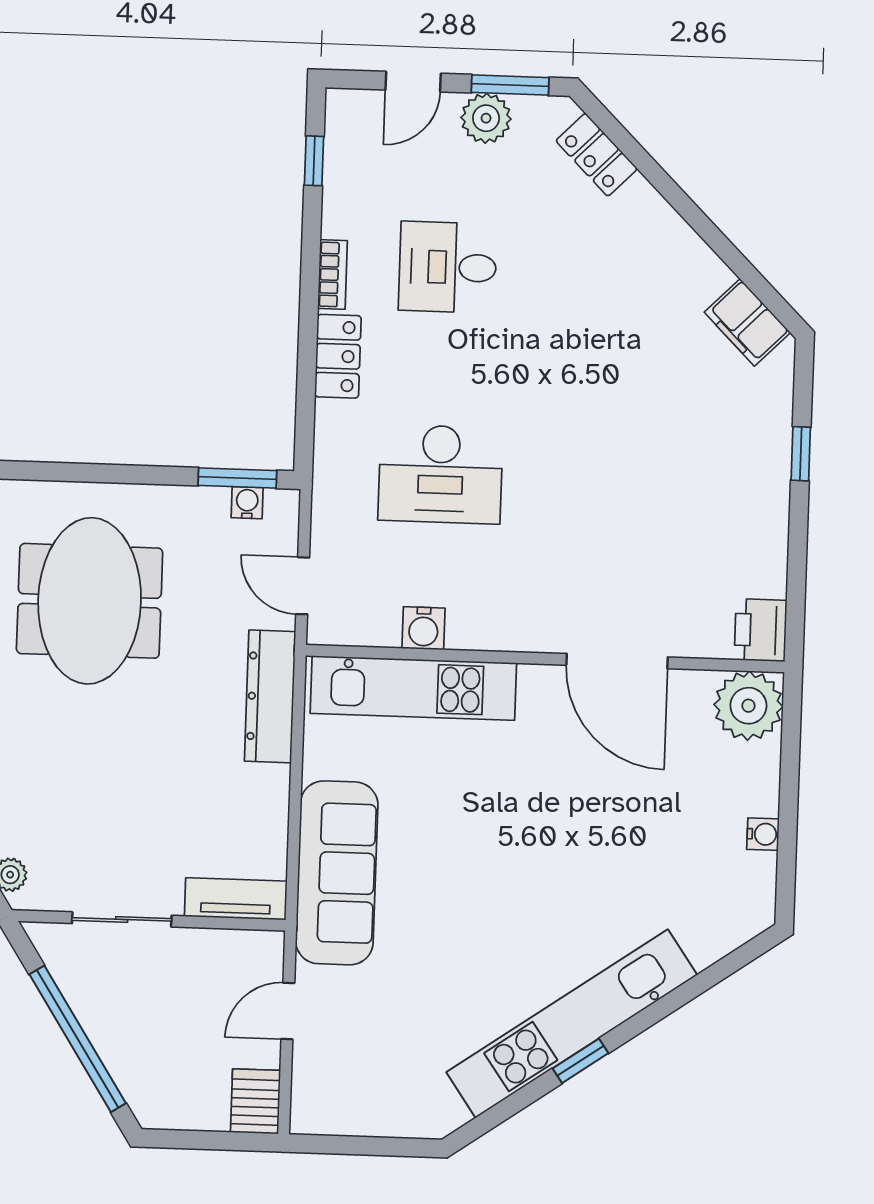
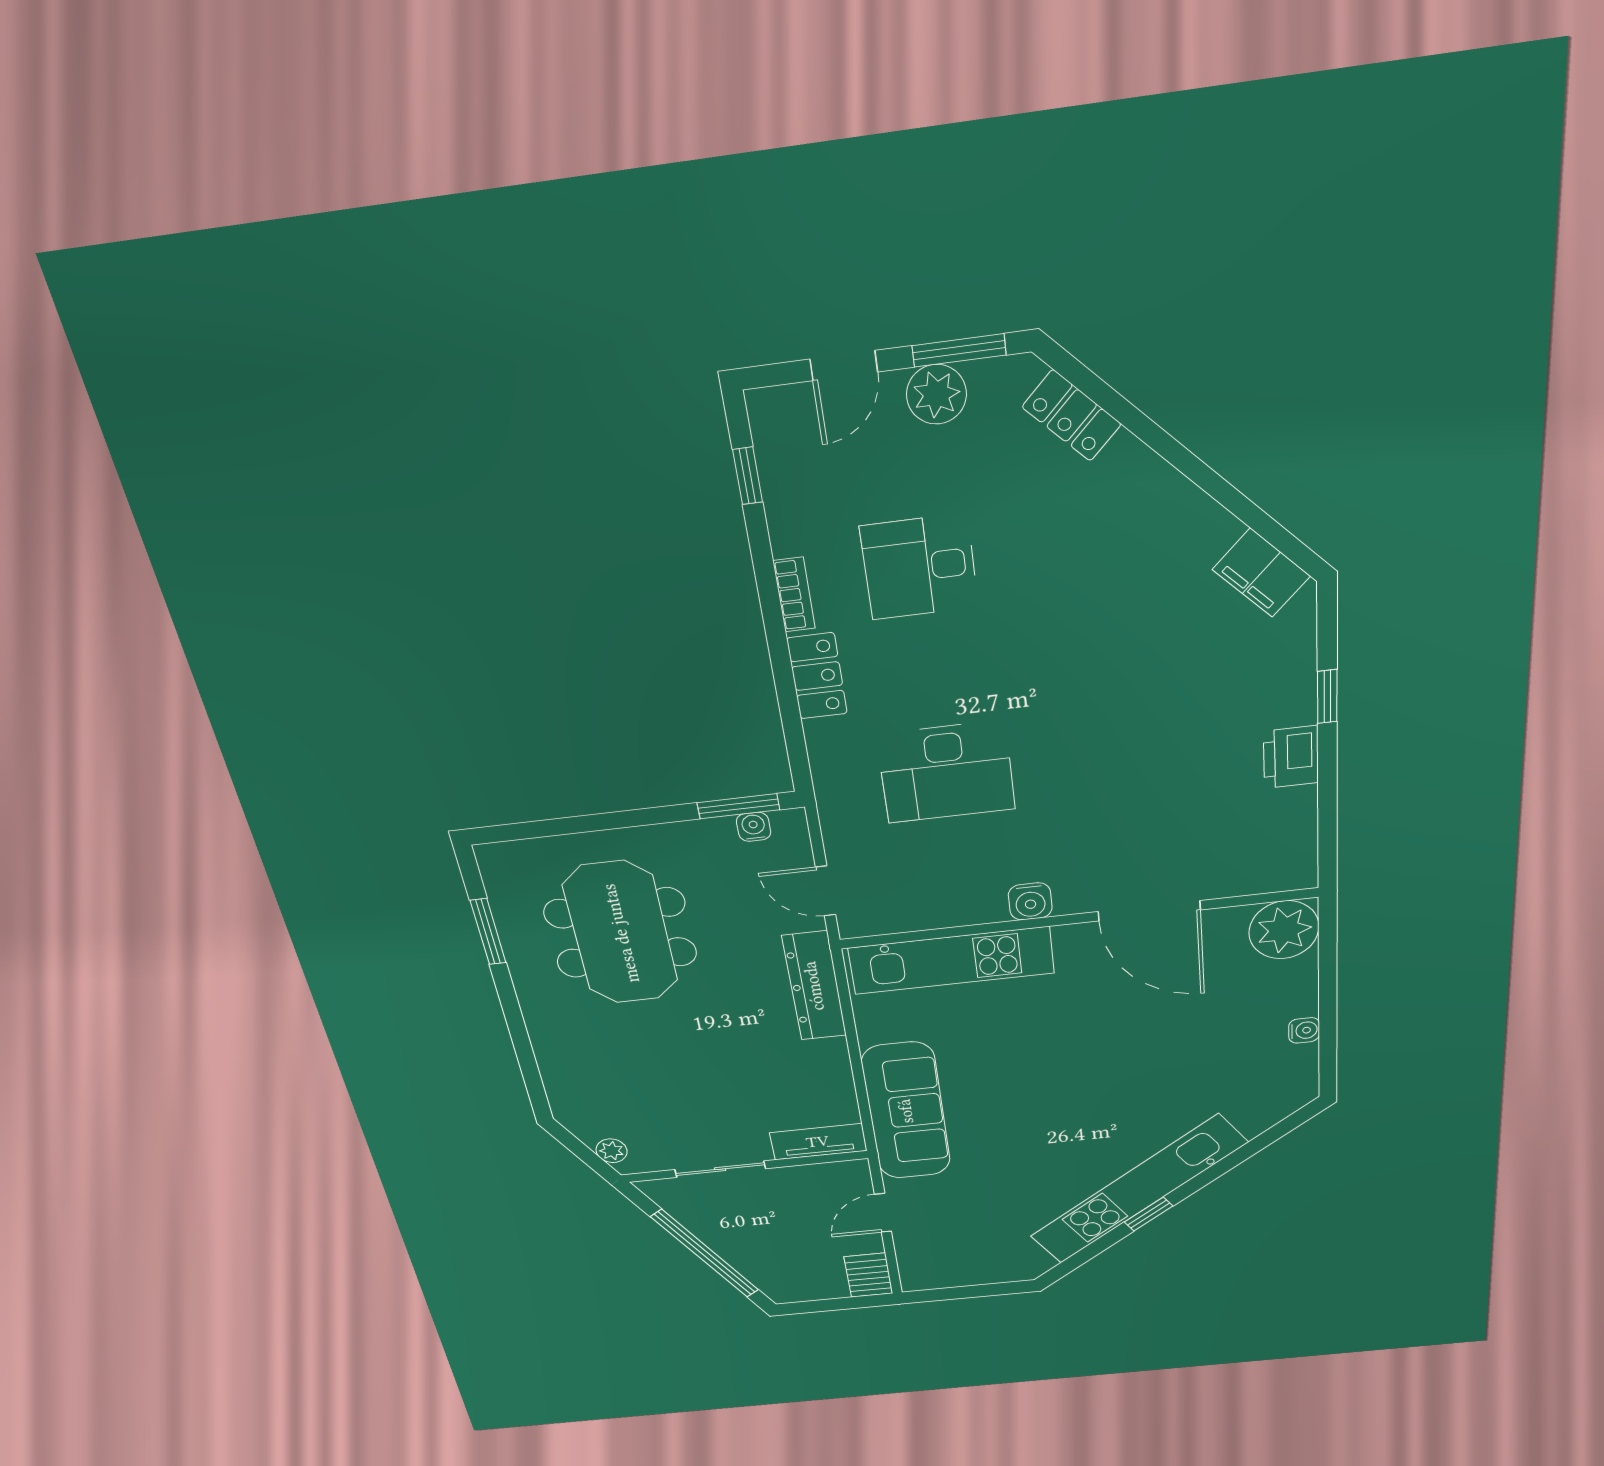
water cooler: (423, 628) -> (1030, 901), moved
printer: (760, 630) -> (1291, 757), moved

